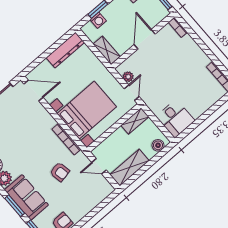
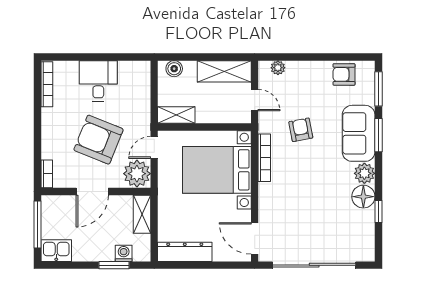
armchair: (166, 71) -> (99, 140), added
plant: (128, 77) -> (137, 174), width x1.88, depth x1.88
desk: (175, 119) -> (98, 81), moved
plant: (102, 195) -> (278, 68), added

